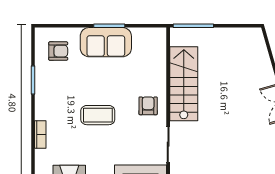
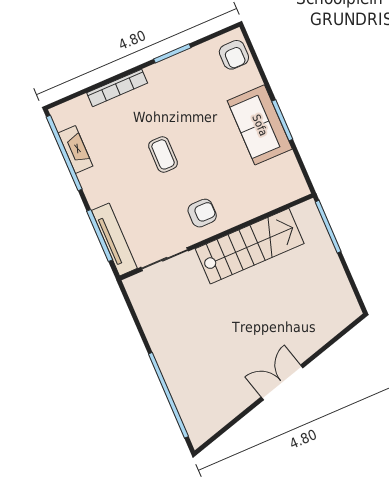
armchair: (58, 51) -> (234, 55), moved
coffee table: (98, 115) -> (163, 154), width x0.73, depth x0.77
bookcase: (40, 134) -> (117, 88), width x1.56

